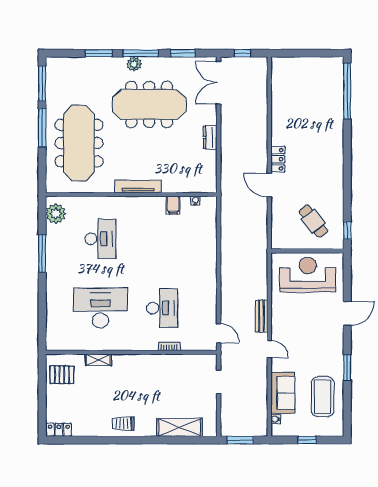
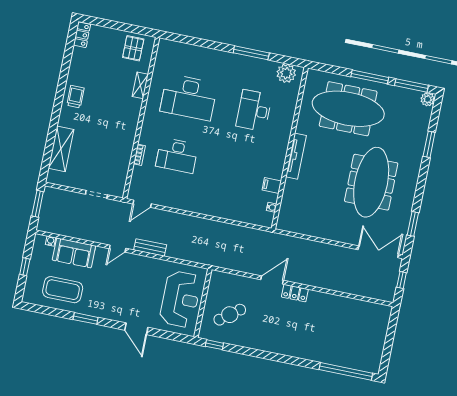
window: (141, 53) -> (421, 184), removed
plant: (134, 64) -> (428, 99), moved
dresser: (210, 137) -> (328, 233), removed
desk: (100, 239) -> (254, 111), turned 90
desk: (100, 308) -> (189, 97), turned 90

